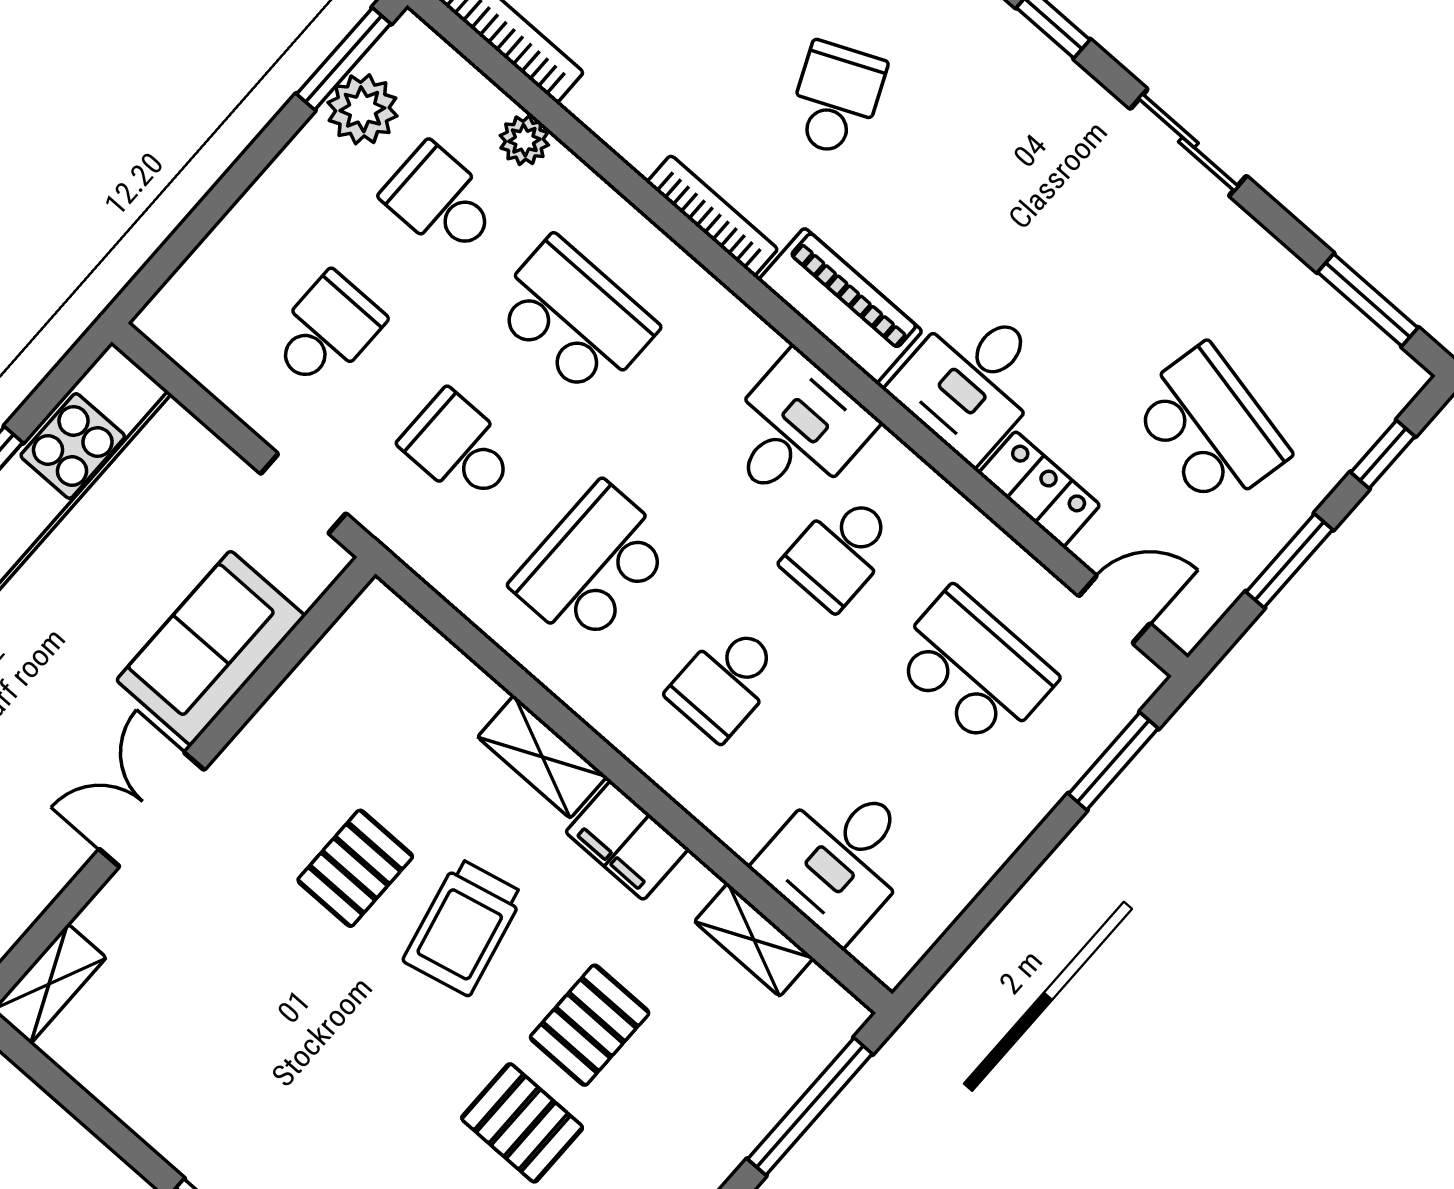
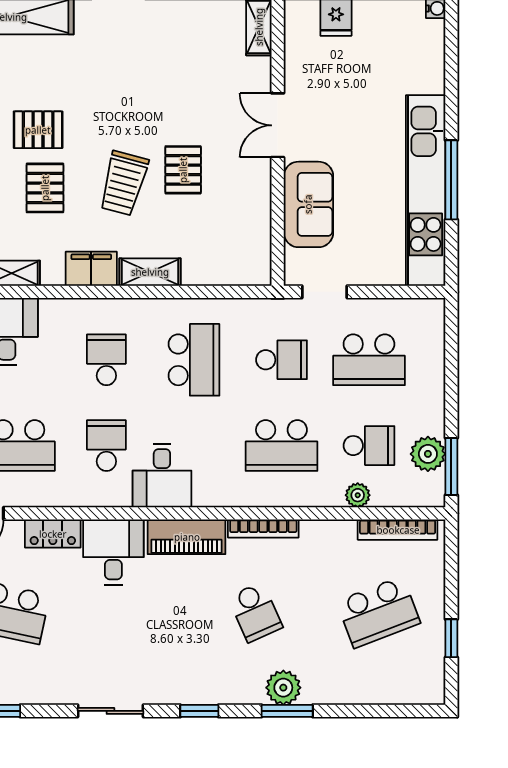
school desk: (326, 331) -> (369, 360), width x1.85
double door: (152, 809) -> (278, 125), swing flipped
trolley: (464, 927) -> (124, 183), turned -152

